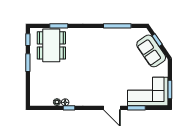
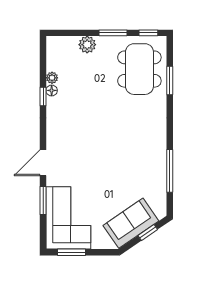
dining table: (51, 45) -> (139, 69), turned 90
plant: (35, 79) -> (87, 45), added

